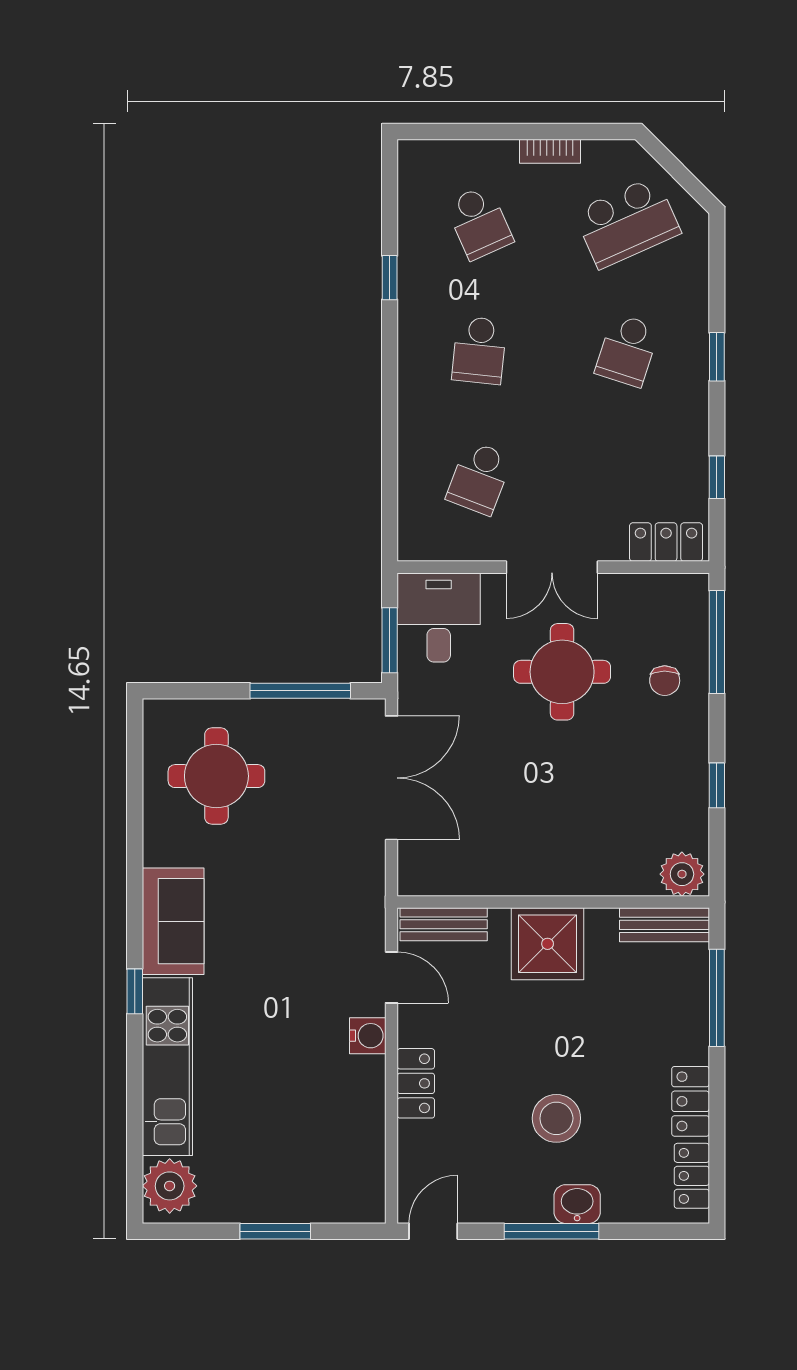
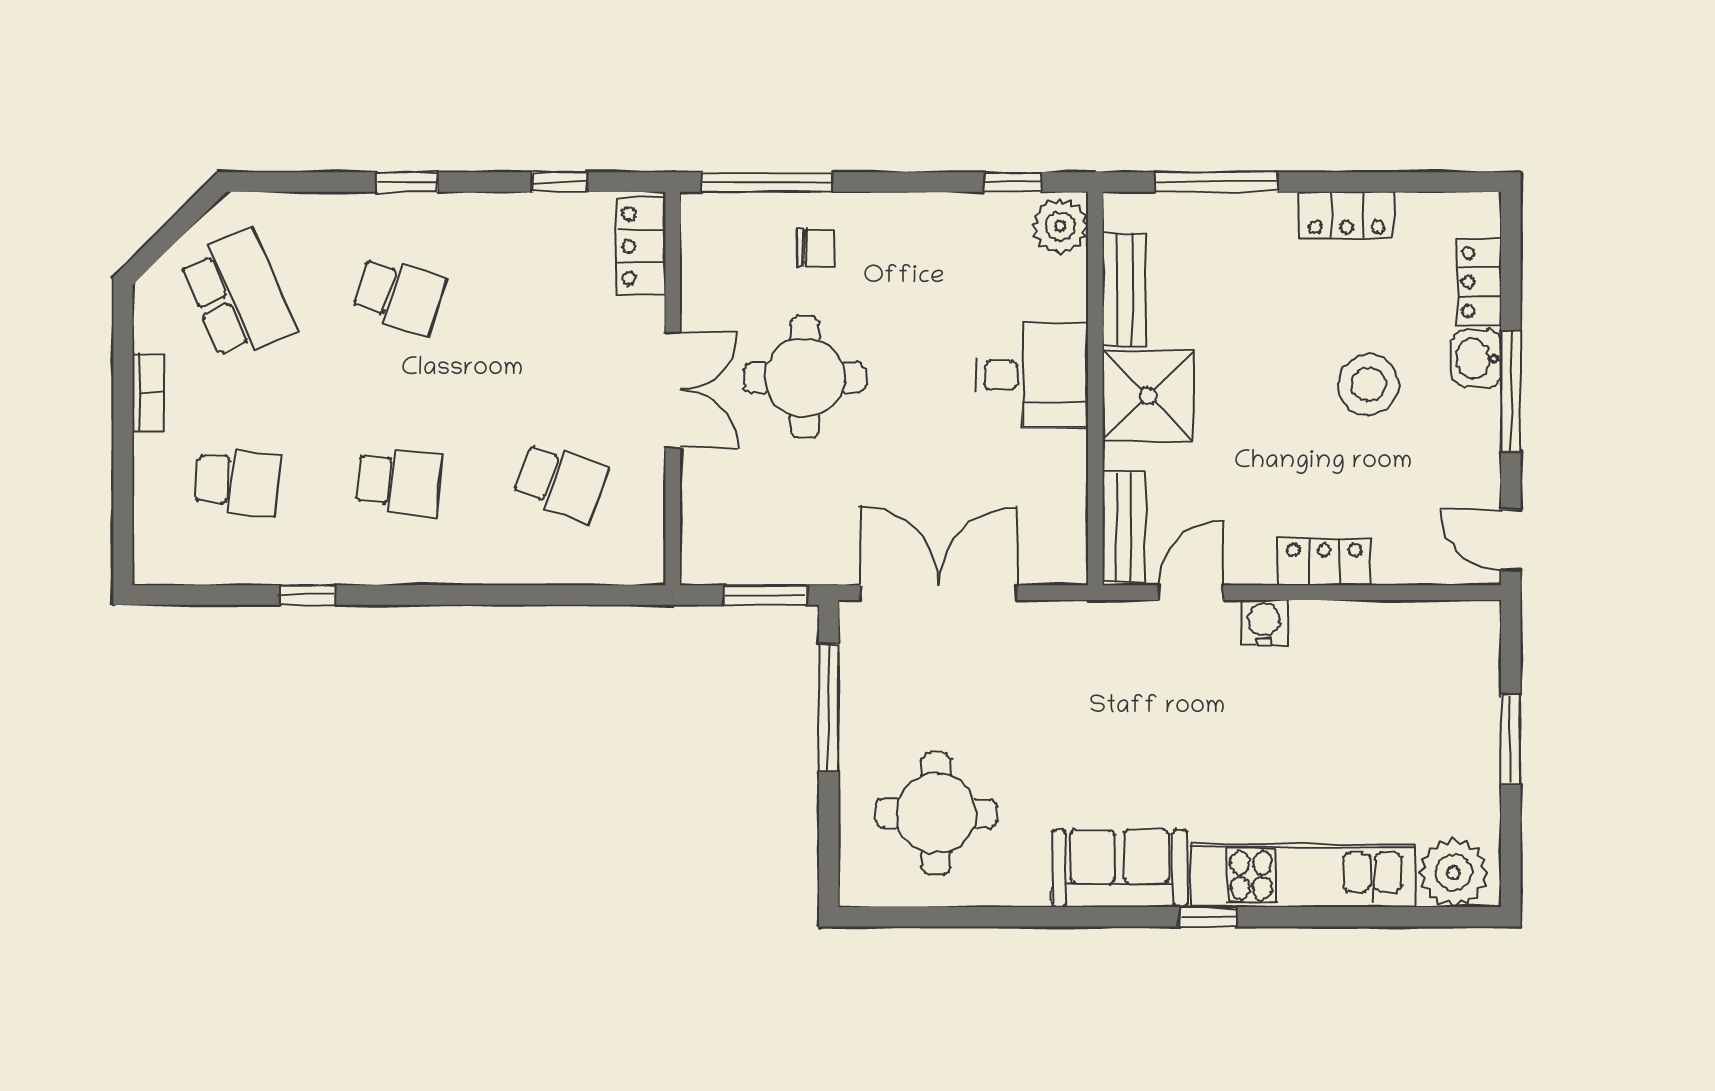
school desk: (479, 223) -> (238, 482), turned 30
desk: (439, 618) -> (1032, 375), moved, turned 180
window: (717, 785) -> (1013, 182), moved
bench: (665, 925) -> (1124, 290), moved
locker: (692, 1176) -> (1479, 282), moved, turned 90

